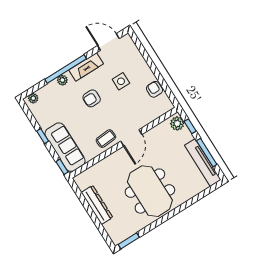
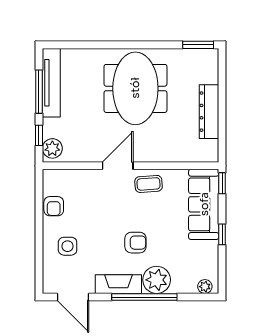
plant: (62, 80) -> (157, 280), width x1.87, depth x1.87
side table: (121, 81) -> (68, 246), moved

